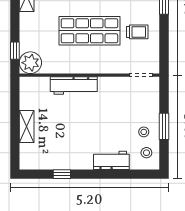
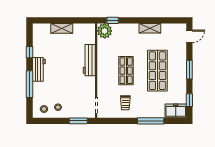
shop shelf: (89, 31) -> (126, 71), width x0.70, depth x0.74
window: (164, 126) -> (78, 121), moved
workbench: (111, 160) -> (39, 69), moved
window: (109, 174) -> (30, 84), added

